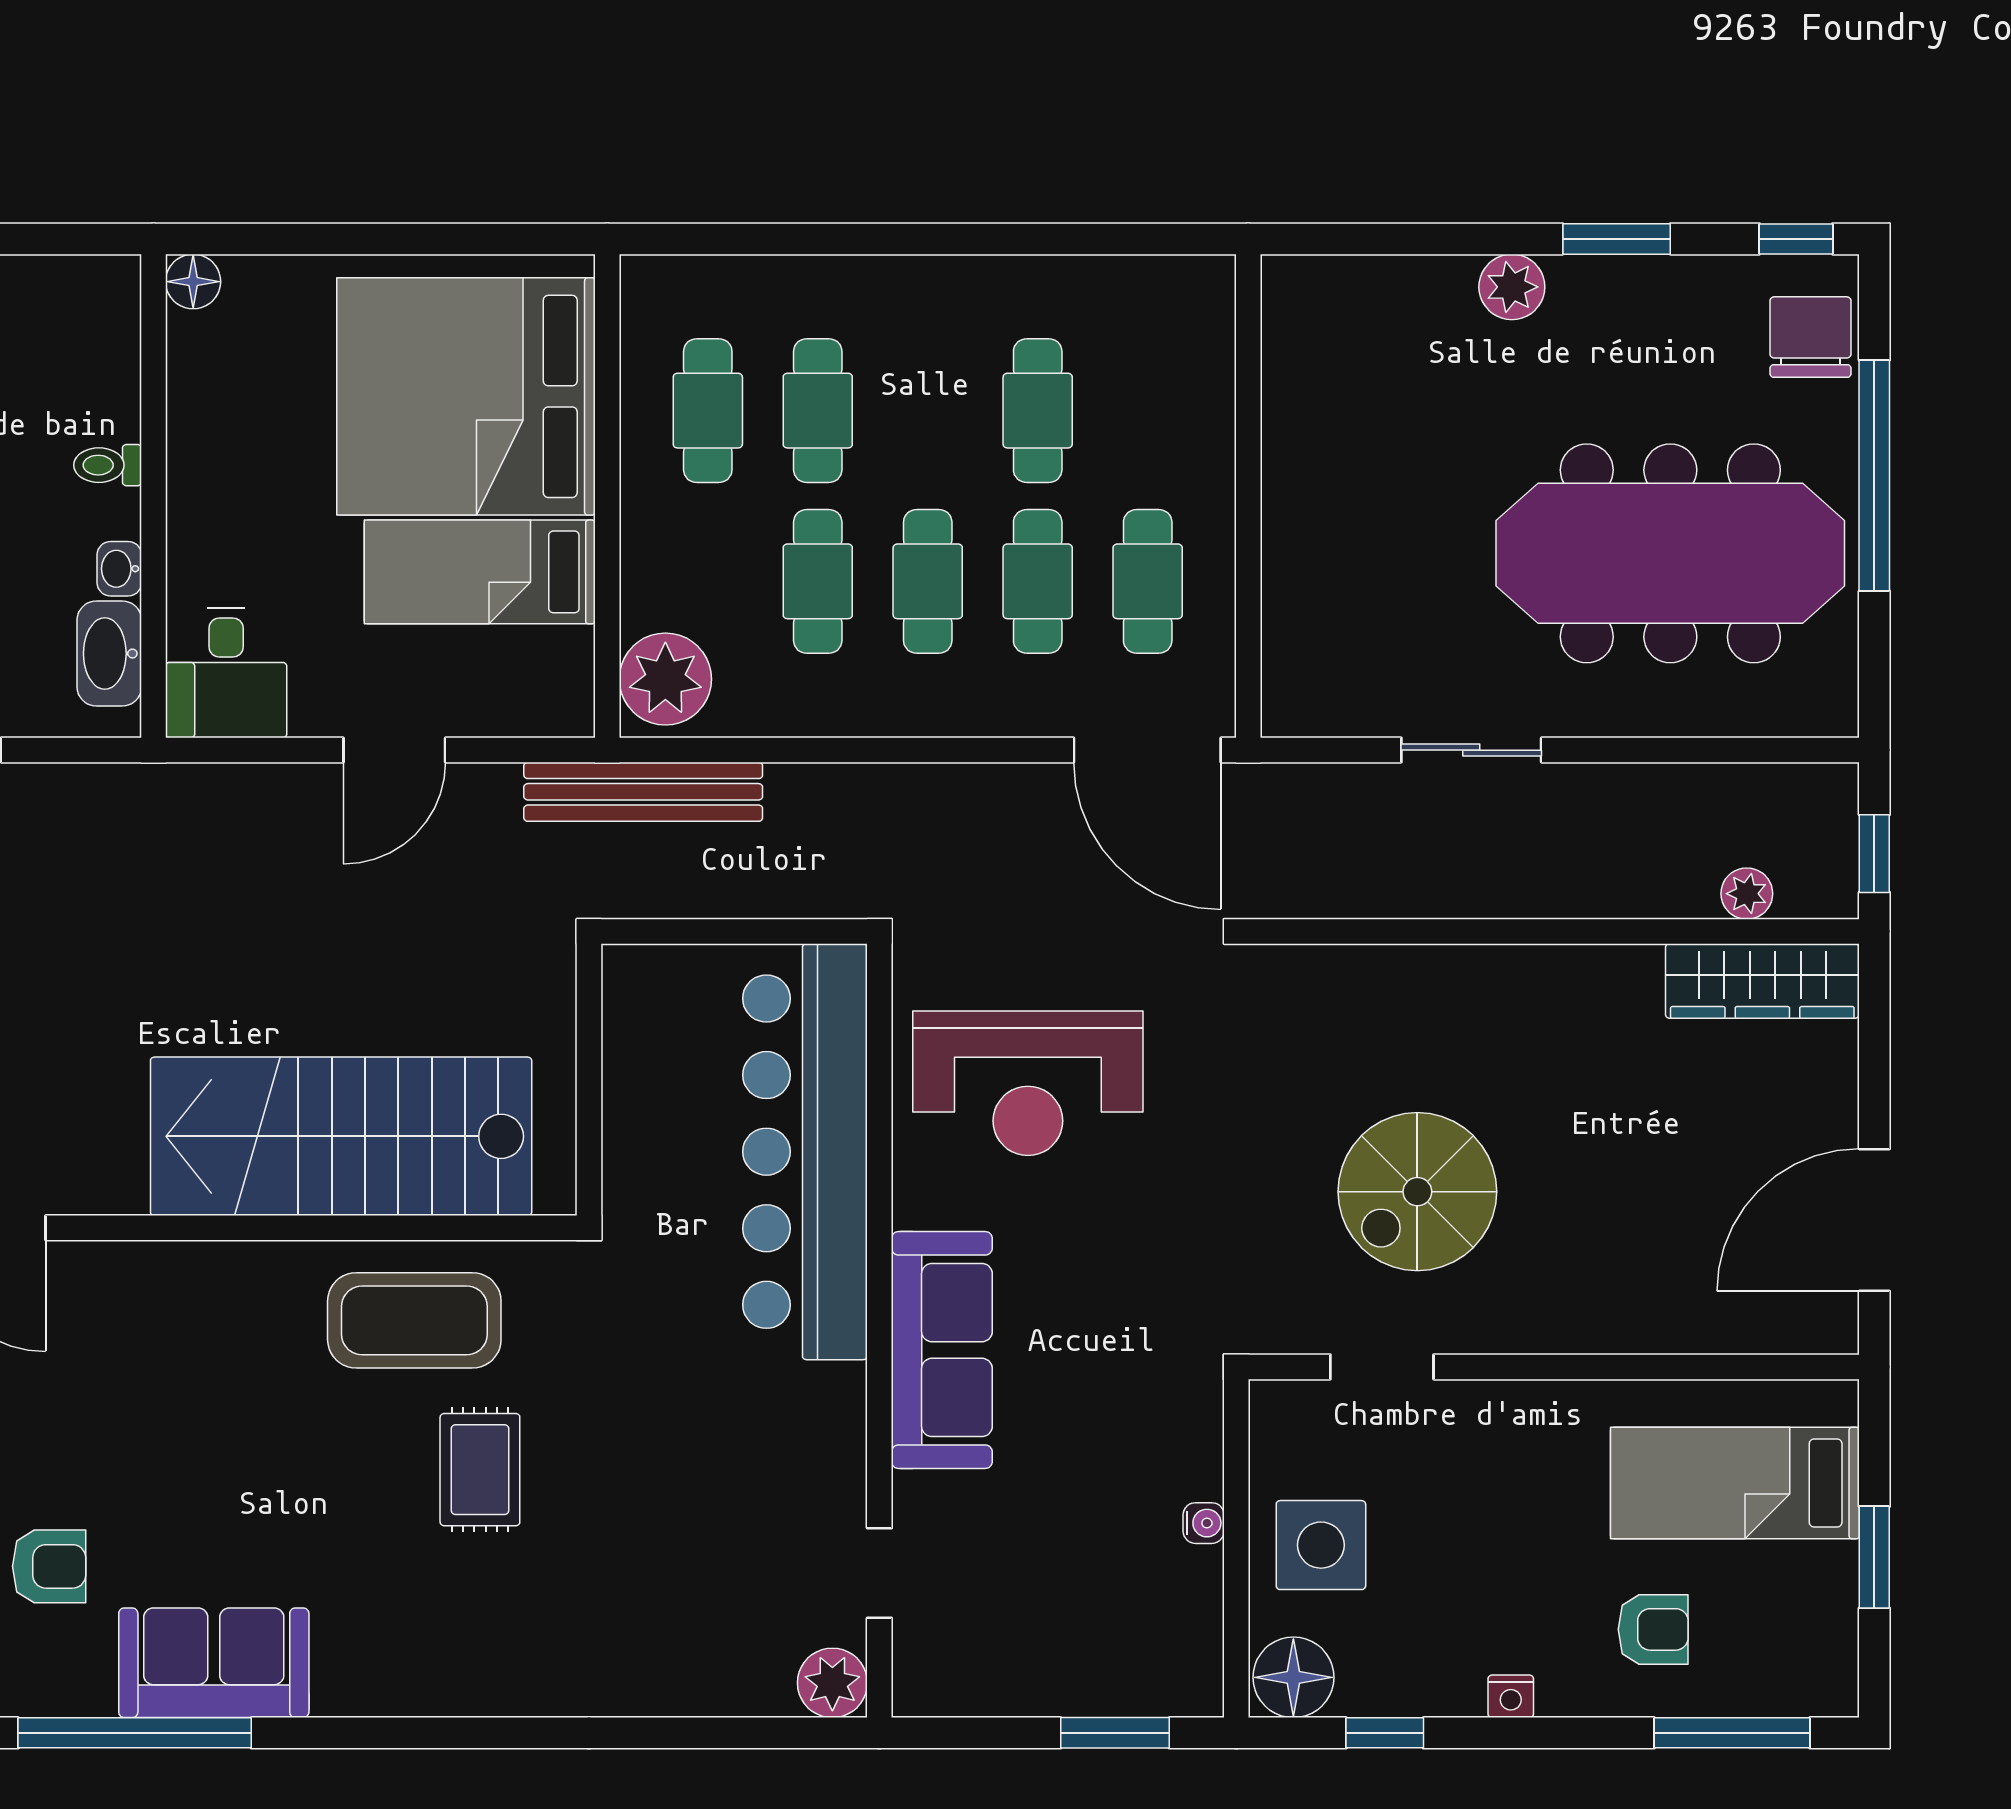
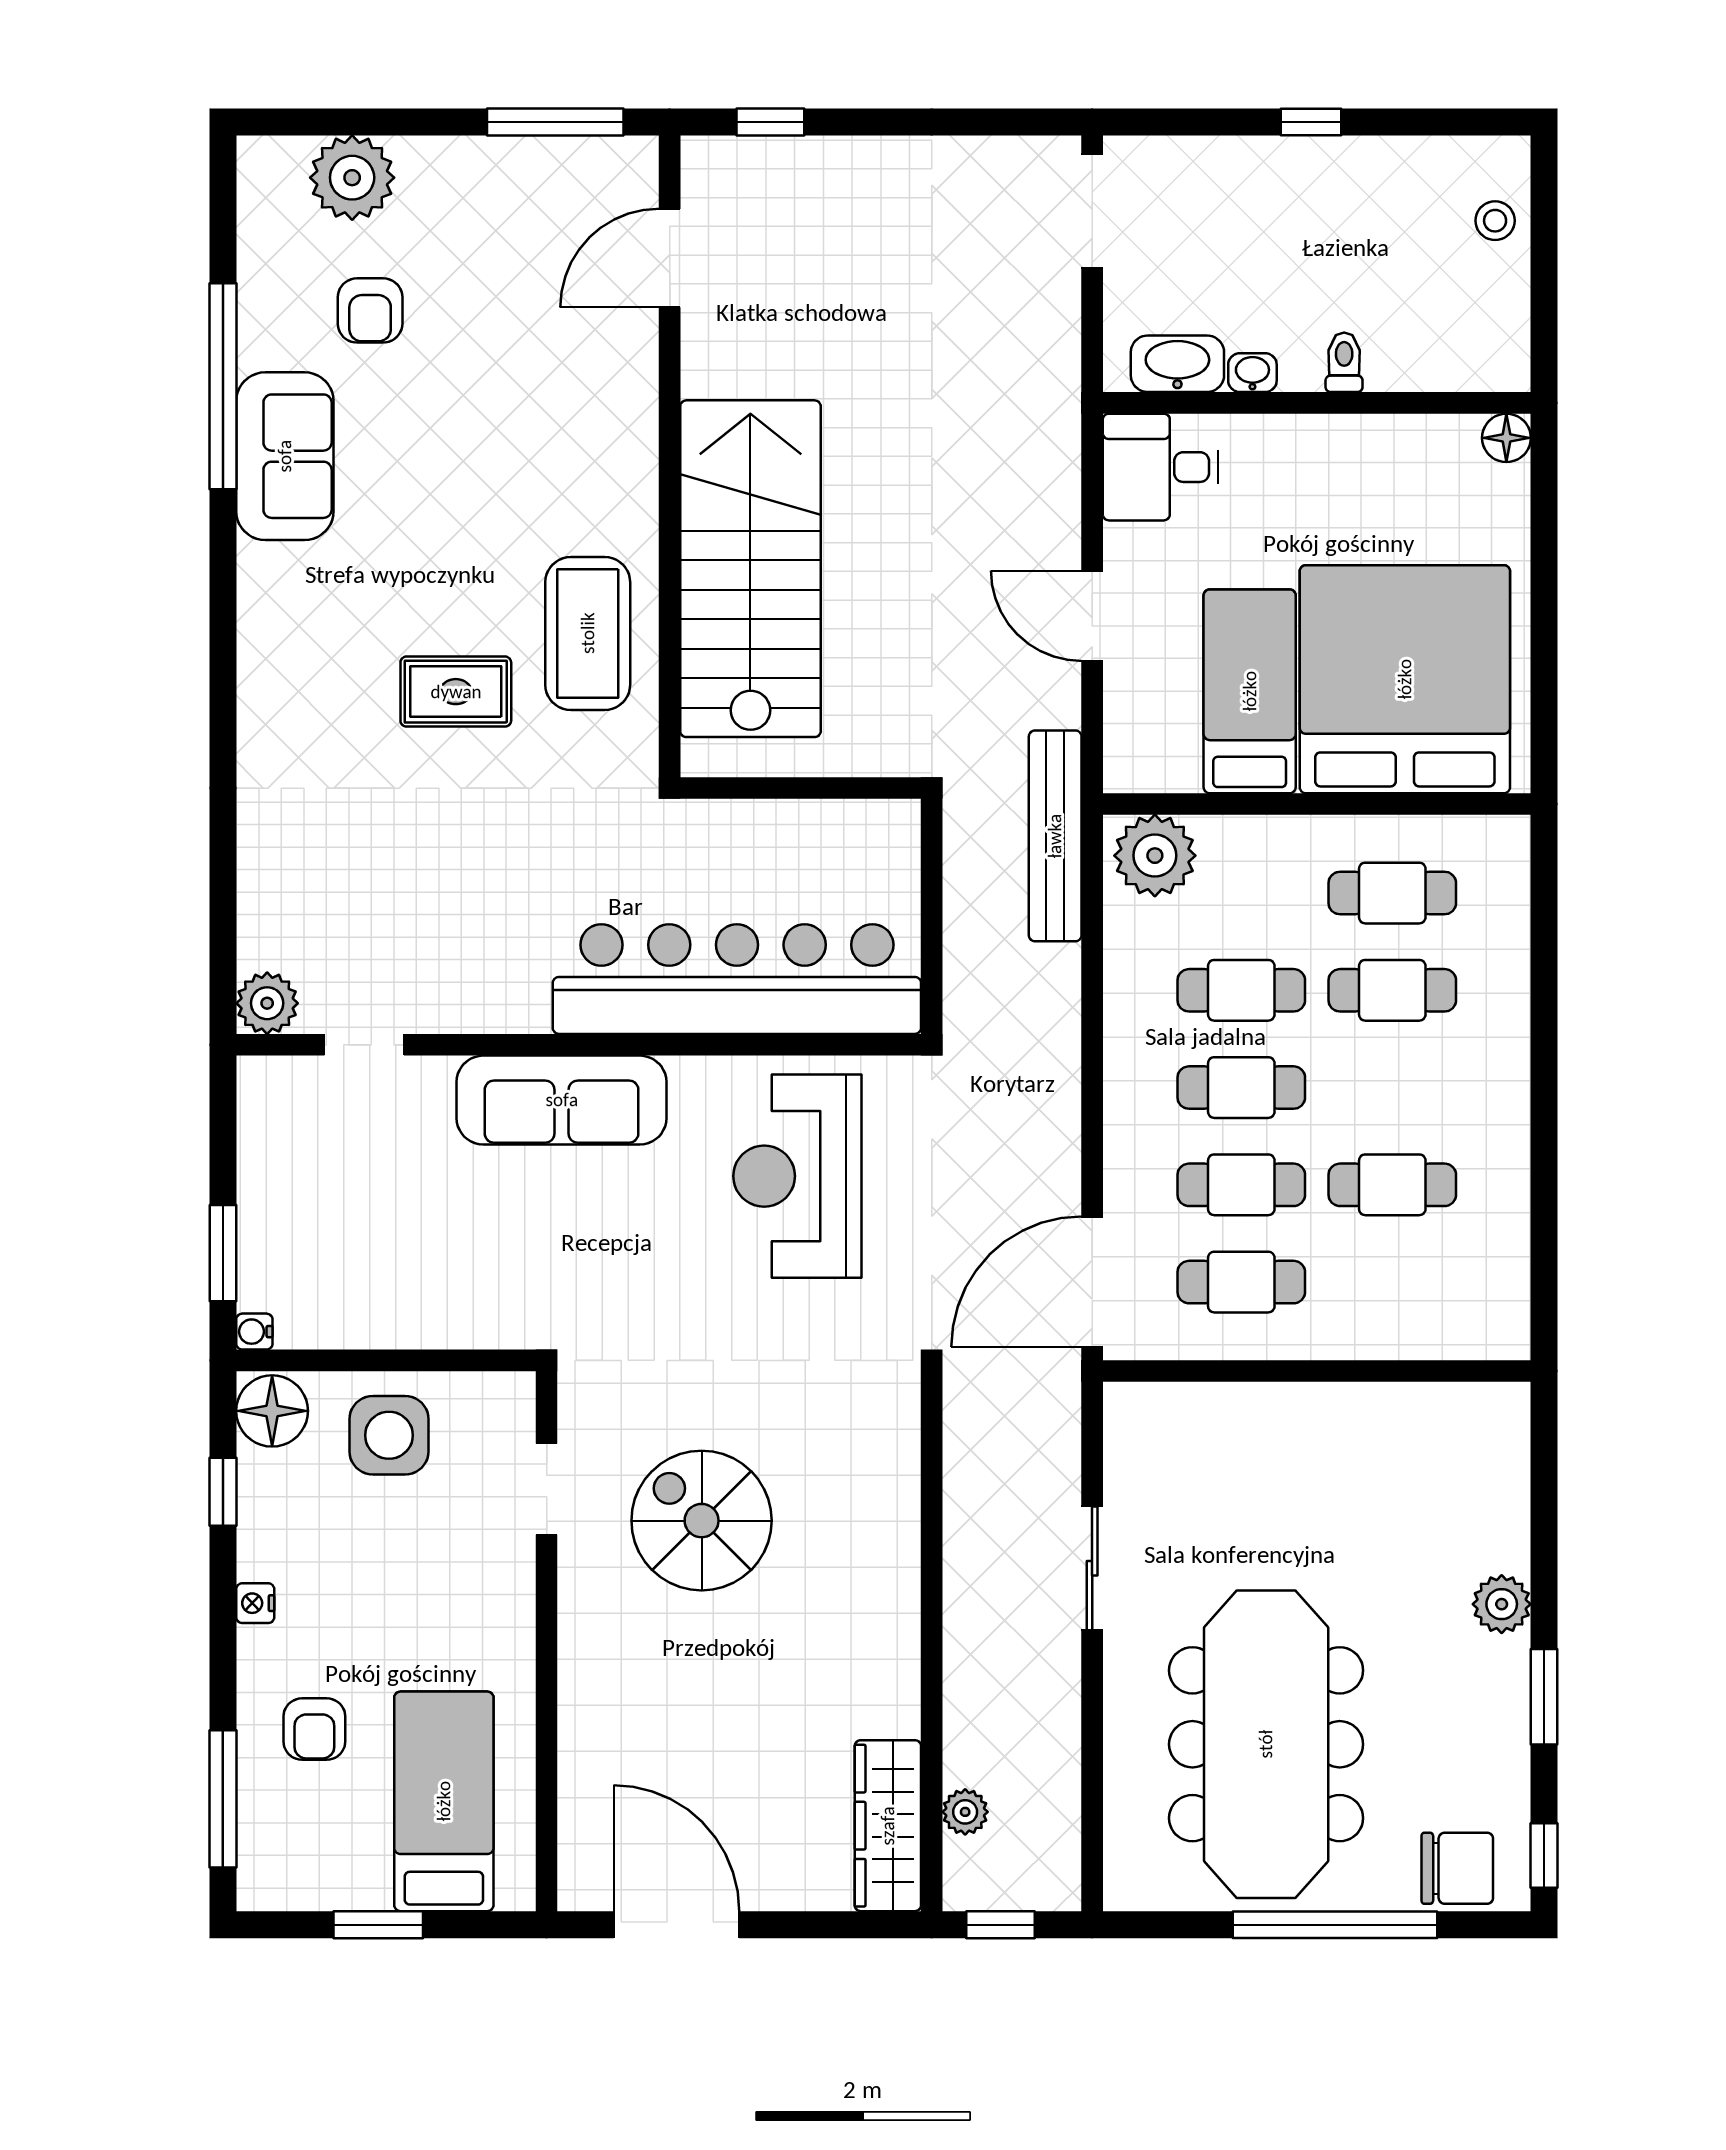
water cooler: (1204, 1523) -> (254, 1332), moved, turned 90

